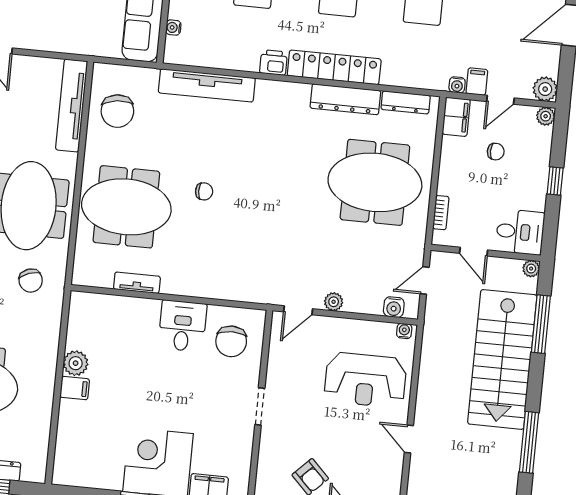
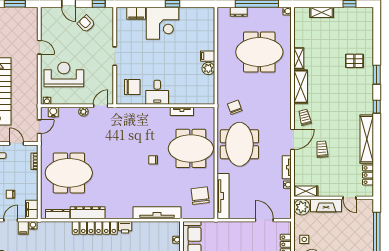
chair: (231, 341) -> (132, 87), turned 90

